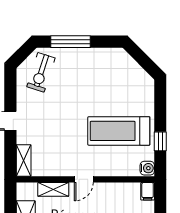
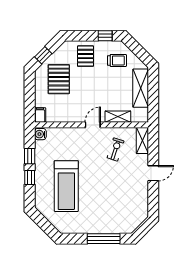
exercise bike: (41, 72) -> (116, 149), moved, width x0.73, depth x0.72
window: (160, 116) -> (30, 177), added
treadmill: (119, 131) -> (66, 186), moved, turned 90

